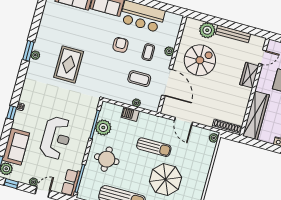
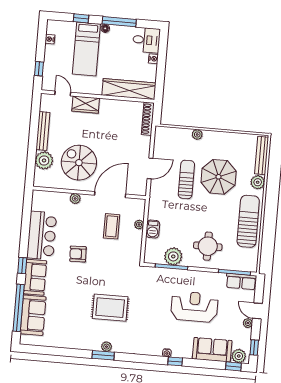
coffee table: (148, 52) -> (80, 222), removed
plant: (214, 138) -> (197, 134), moved
sun lounger: (154, 147) -> (186, 179), moved

